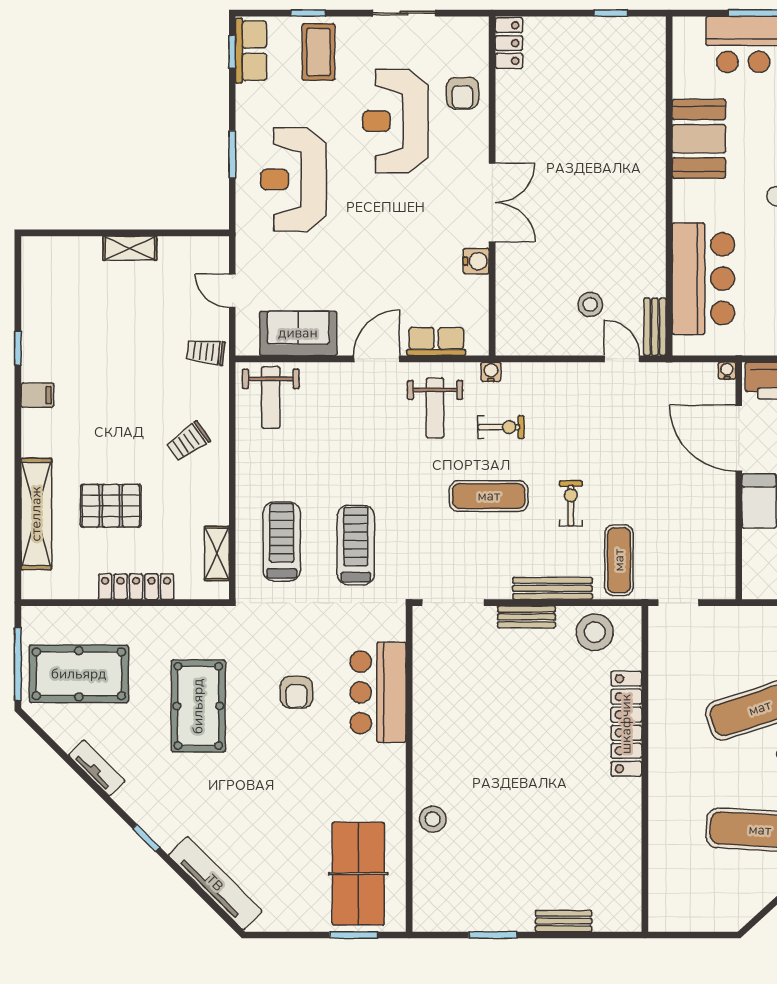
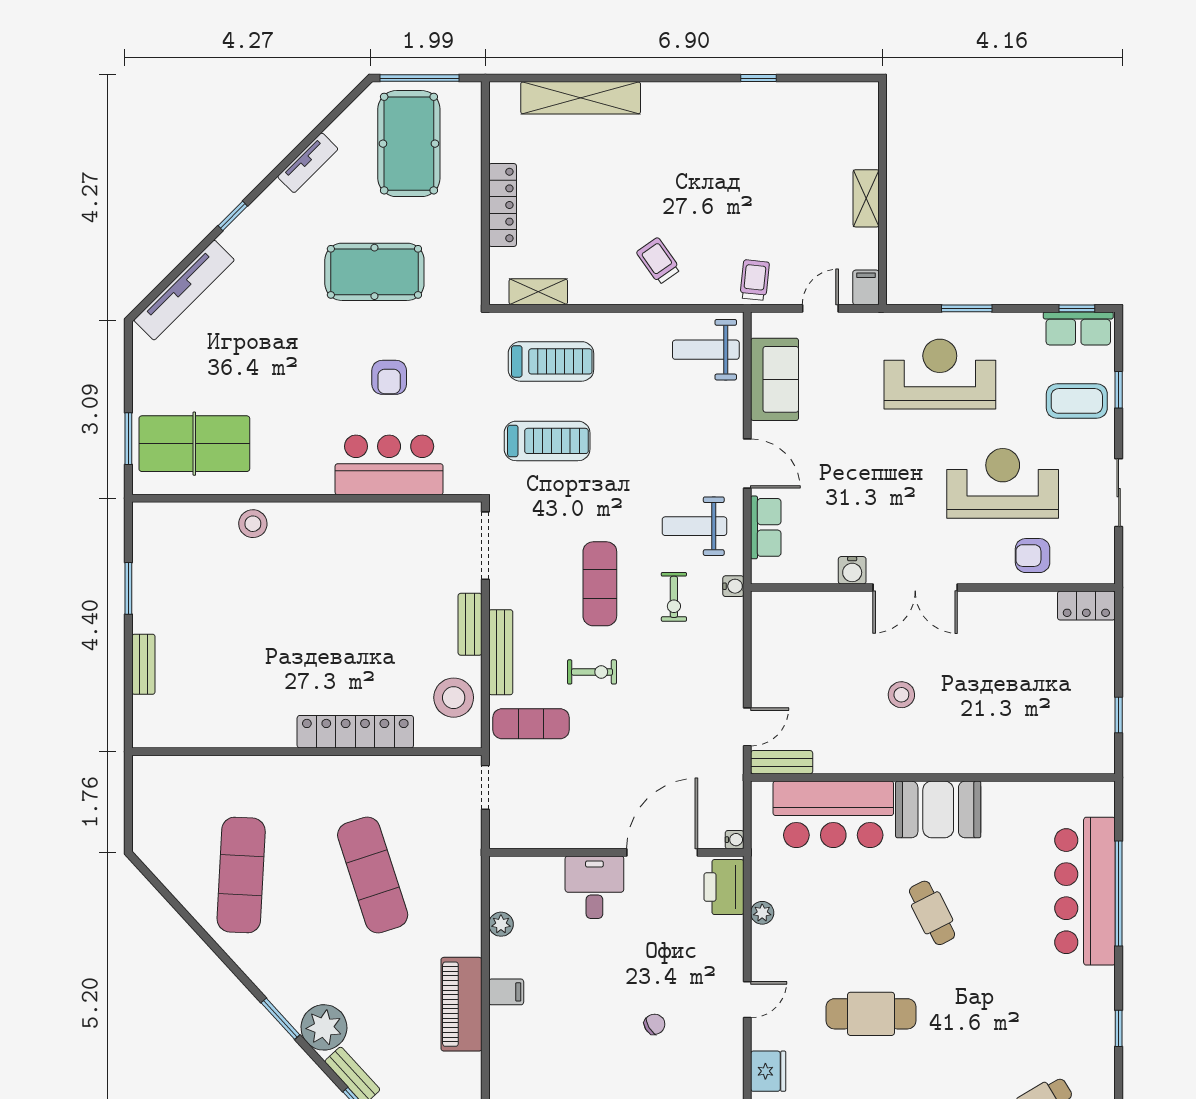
booth: (699, 139) -> (938, 809), moved
stool: (590, 305) -> (901, 695), moved
filing cabinet: (37, 395) -> (866, 287), moved, turned 180
pallet: (111, 506) -> (589, 178), removed
armchair: (296, 692) -> (389, 377), turned -90

